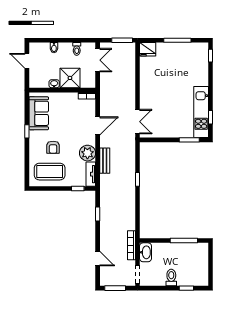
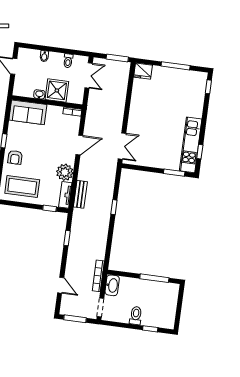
sofa: (39, 113) -> (28, 112), moved, turned 90
armchair: (53, 147) -> (15, 157), moved
bench: (105, 161) -> (80, 194), moved

